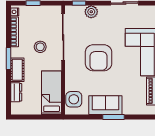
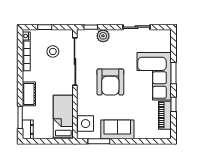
stool: (40, 47) -> (53, 51), moved
window: (8, 58) -> (20, 117), moved
dresser: (16, 92) -> (28, 129), moved
window: (113, 117) -> (99, 141), moved

